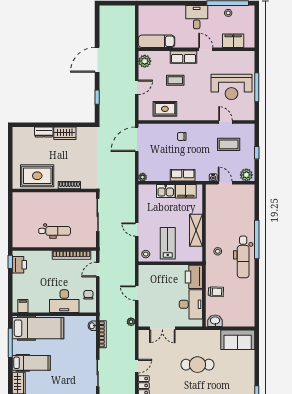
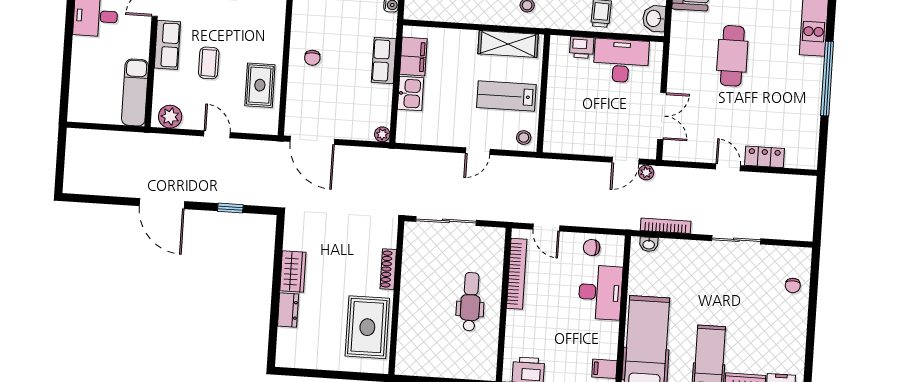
shelving: (196, 230) -> (508, 44), moved
printer: (194, 277) -> (582, 47), width x0.53, depth x0.68
door: (137, 293) -> (625, 161), moved

